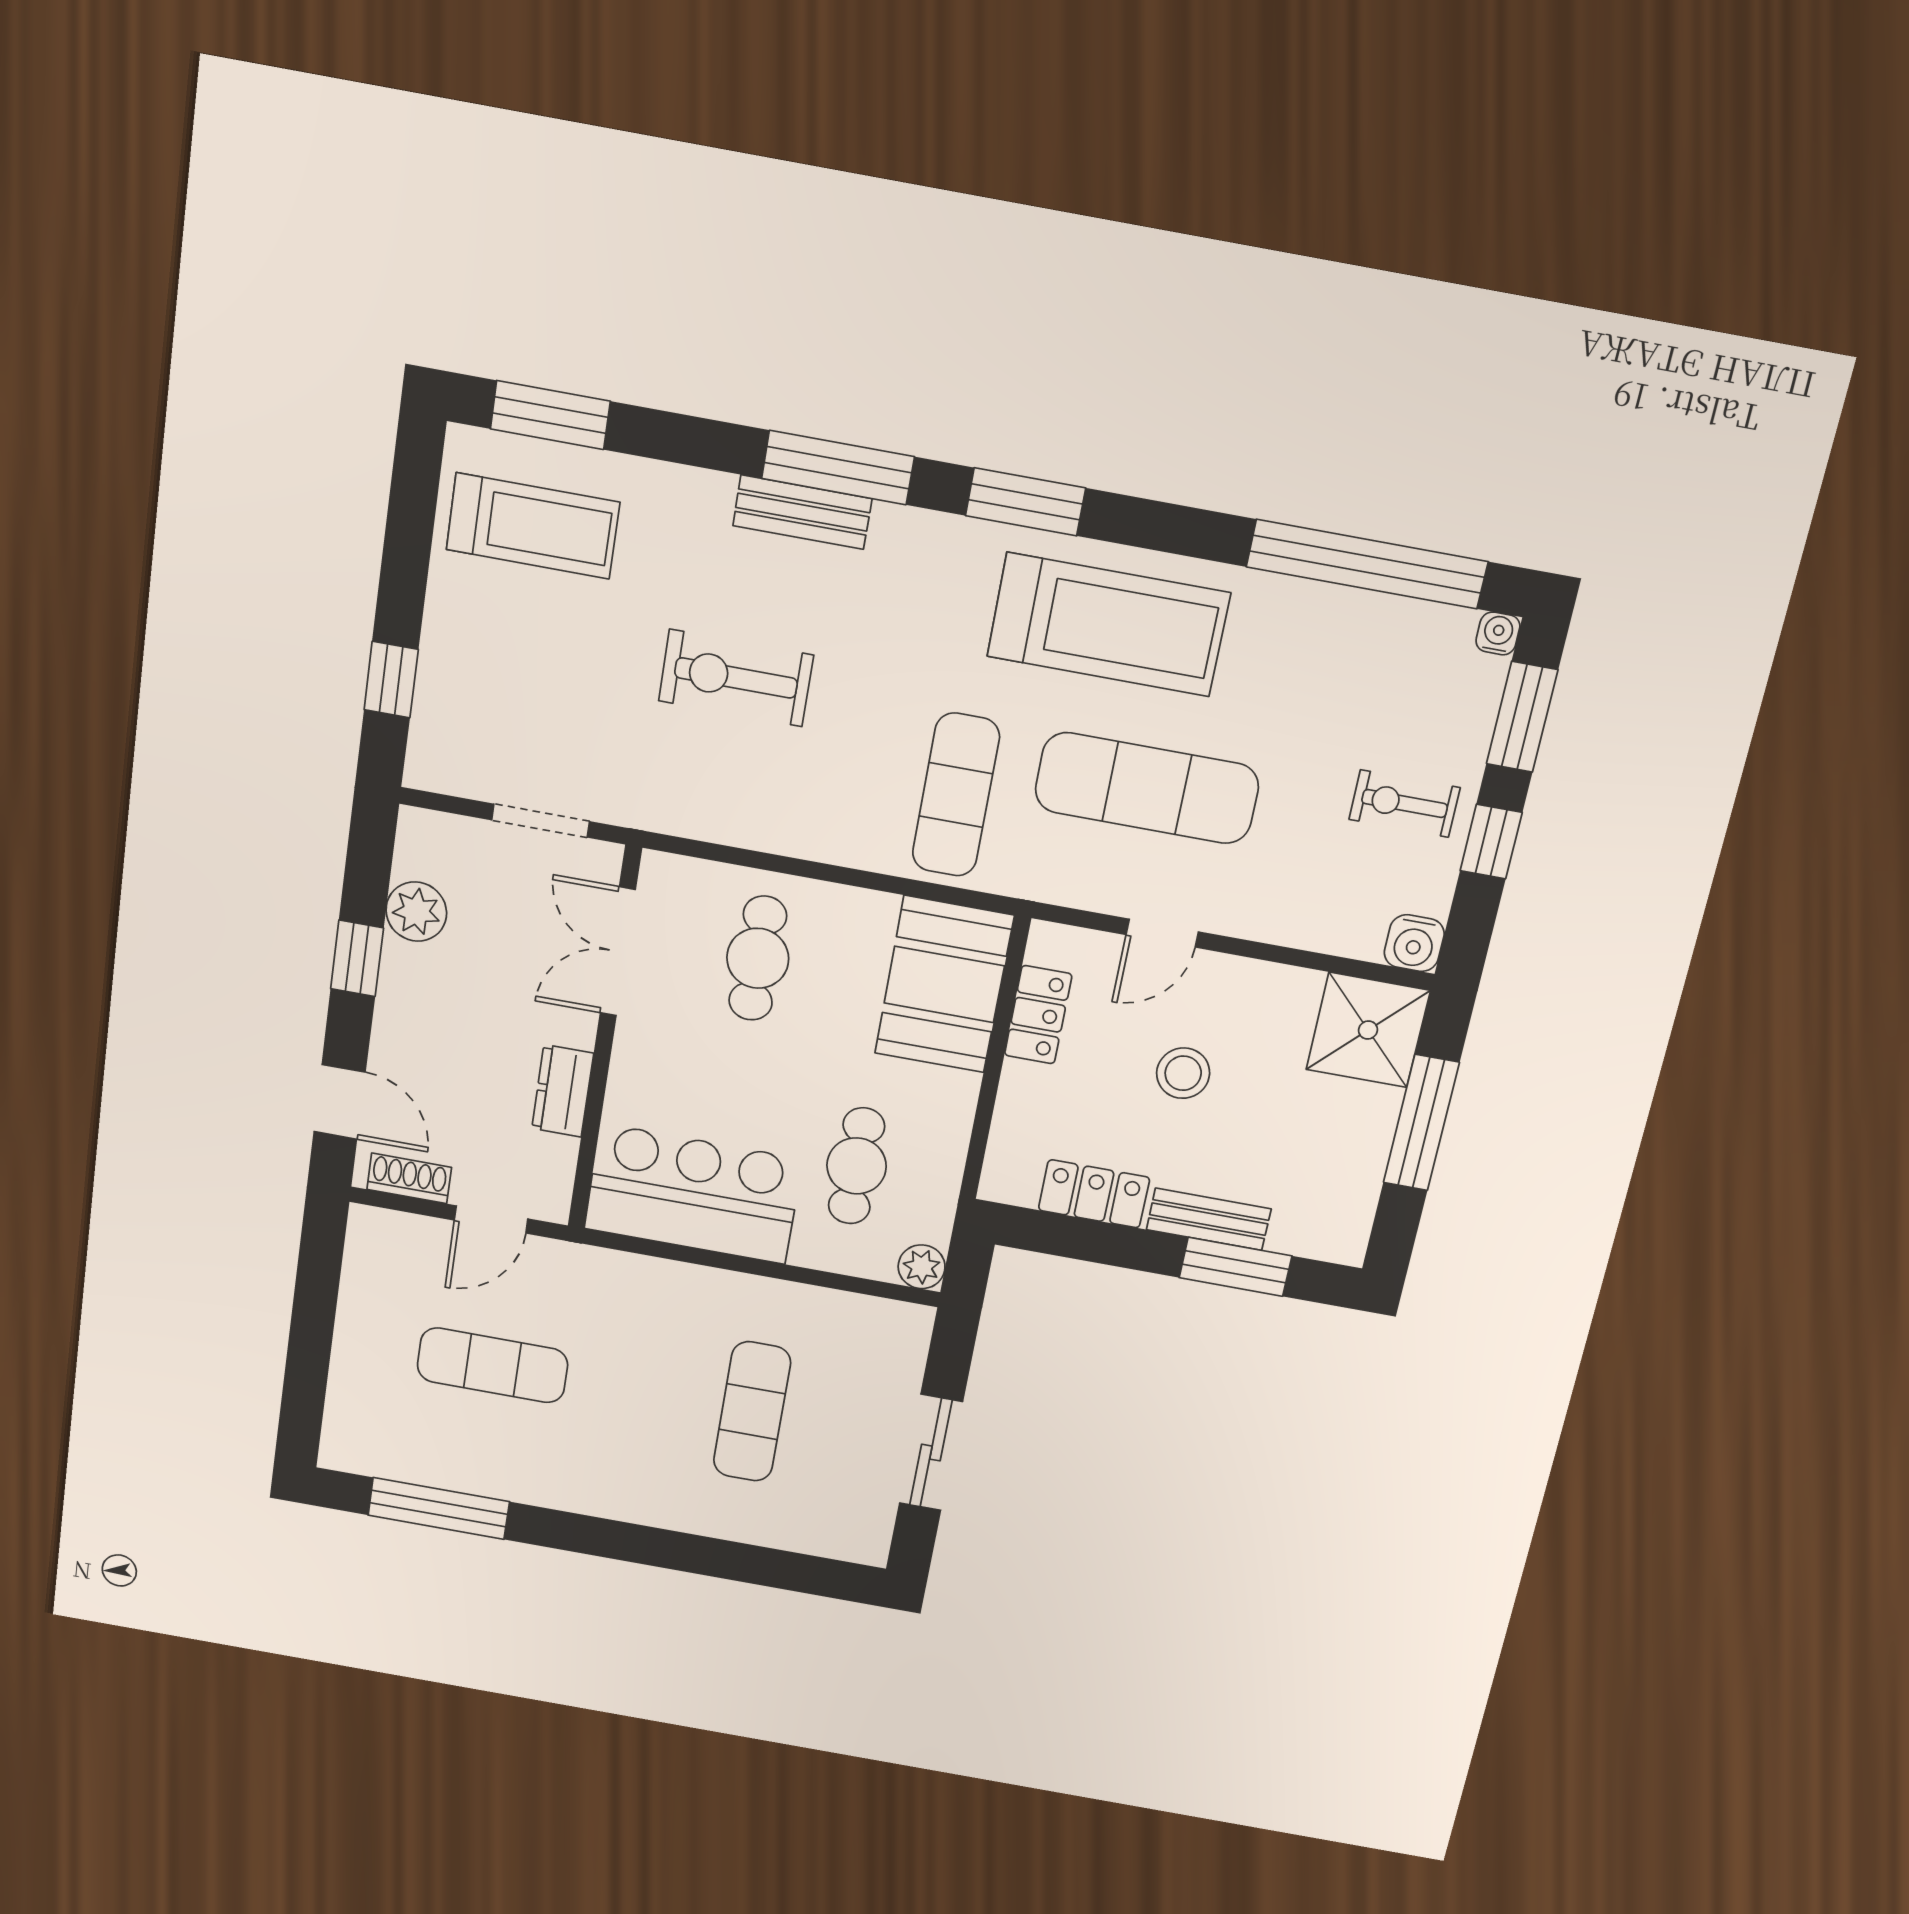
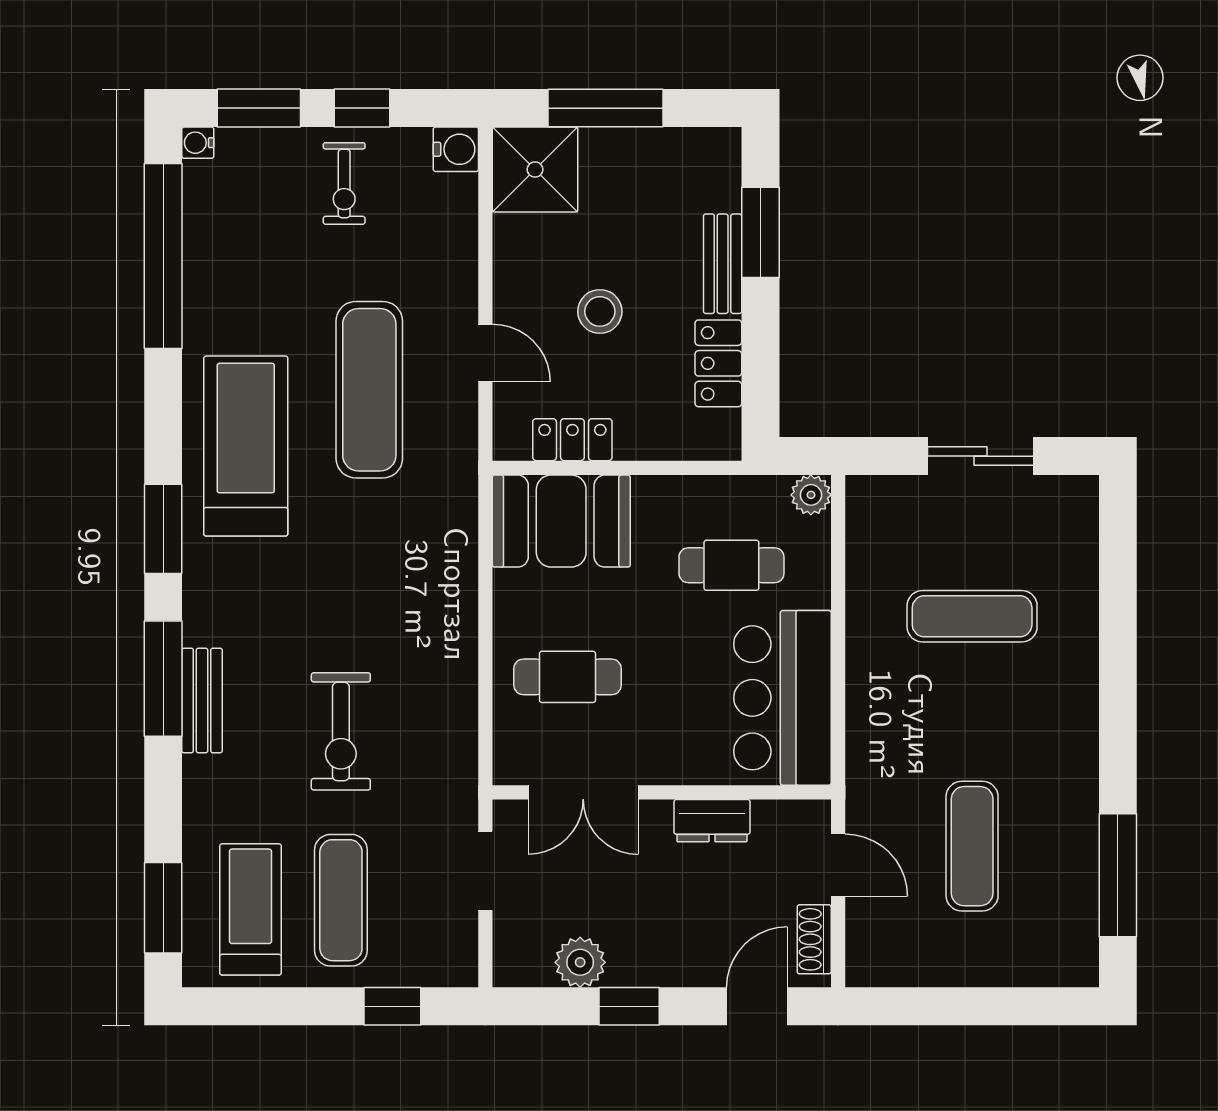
exercise mat: (956, 795) -> (341, 900), moved, turned 90

